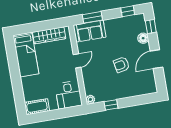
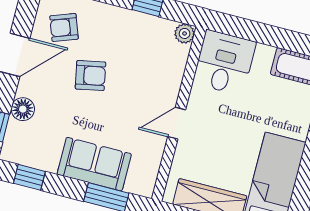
sofa: (90, 31) -> (94, 164), moved
armchair: (141, 80) -> (64, 27), added

